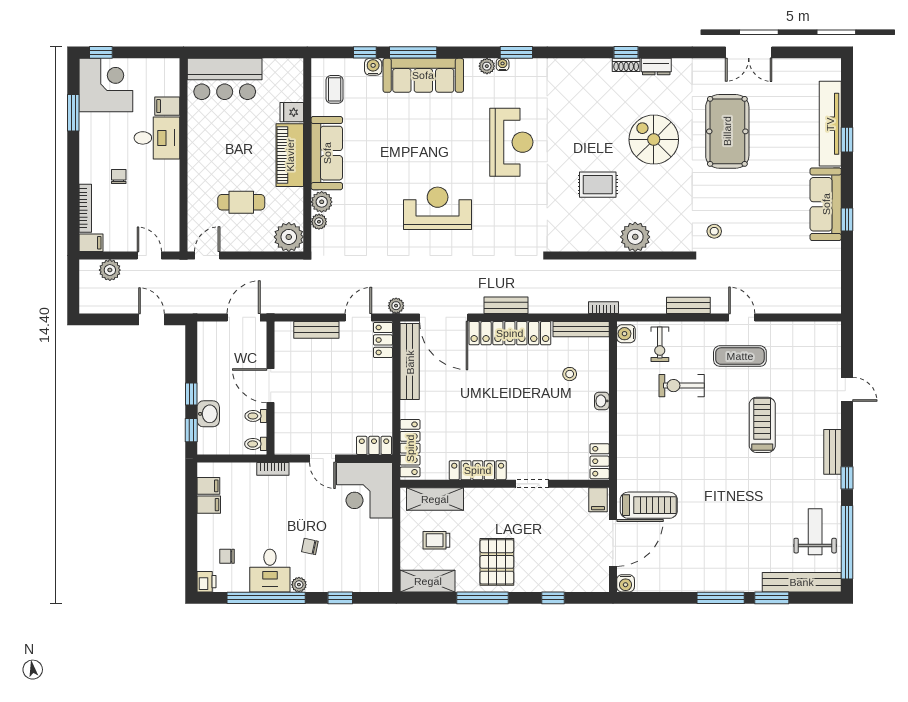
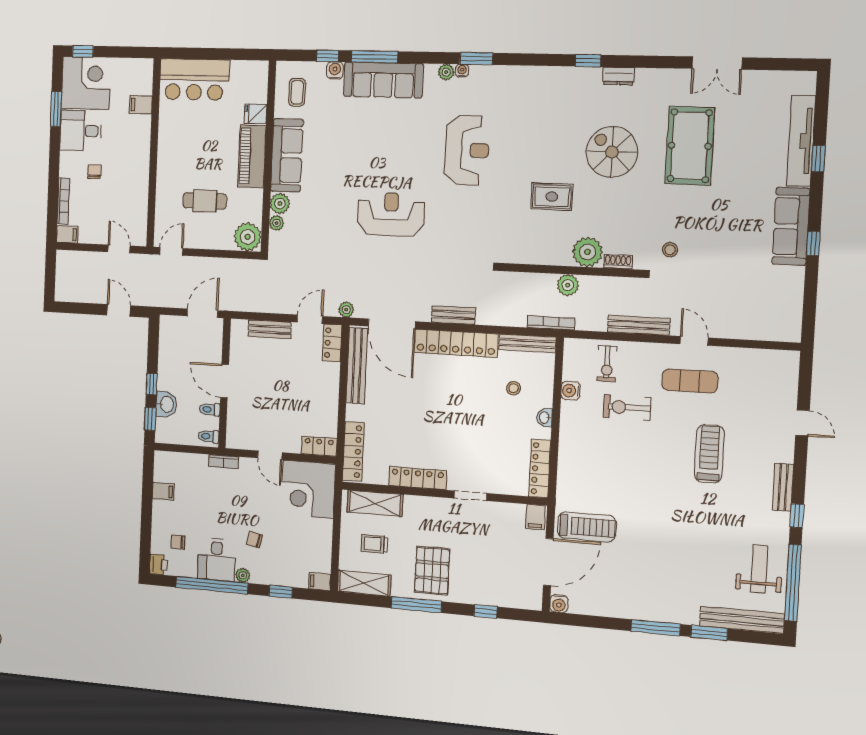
shoe rack: (626, 65) -> (618, 262), moved, turned 180
desk: (157, 138) -> (81, 131), moved, turned 180
plant: (110, 270) -> (568, 285), moved
bench: (688, 305) -> (639, 325), width x1.36
bookcase: (603, 308) -> (551, 323), width x1.56
water cooler: (626, 334) -> (571, 391), moved
locker: (600, 461) -> (540, 469), width x1.53
filing cabinet: (208, 486) -> (320, 582), moved, turned 180

